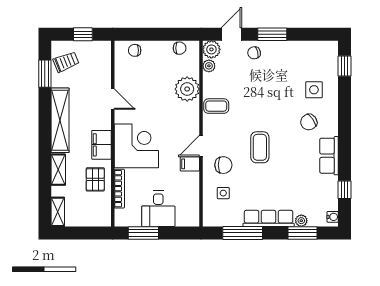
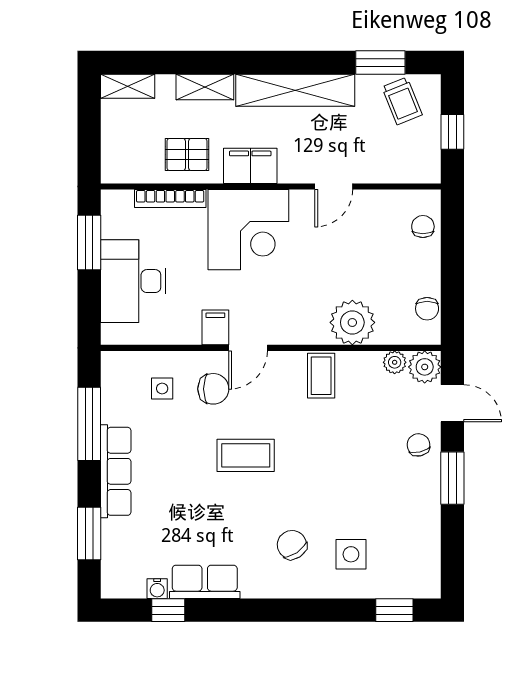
door: (201, 146) -> (248, 348), swing flipped
row of seats: (329, 156) -> (205, 582), moved
chair: (223, 165) -> (213, 389), turned -90
desk: (158, 209) -> (133, 281), width x1.37
water cooler: (333, 217) -> (157, 589), moved
plant: (301, 221) -> (112, 531), removed

